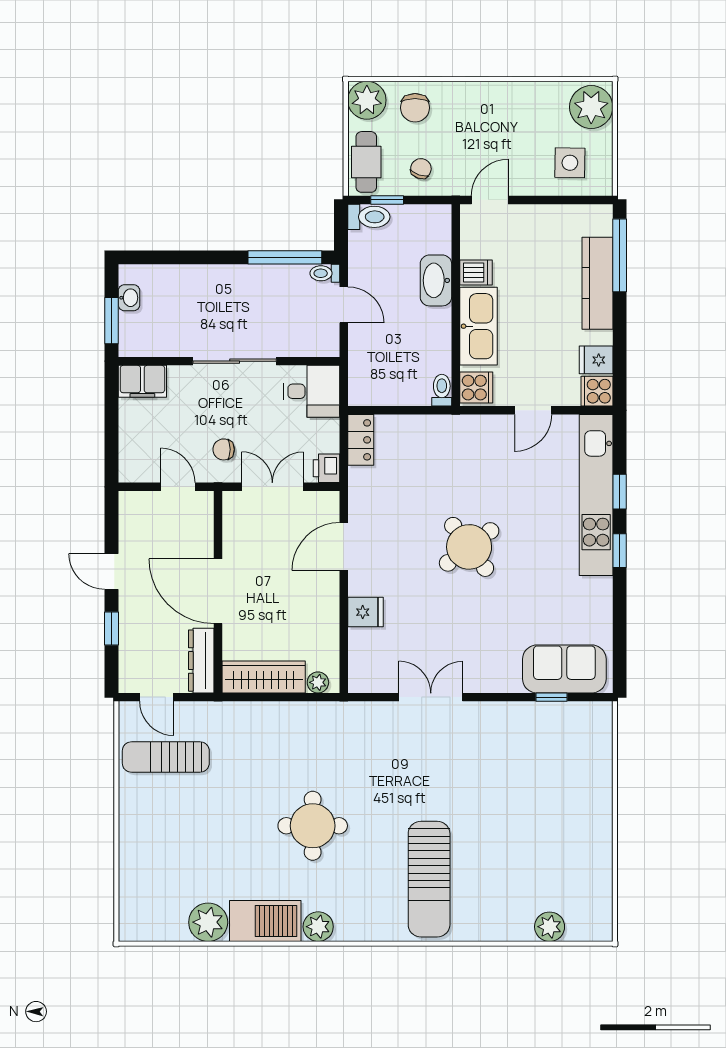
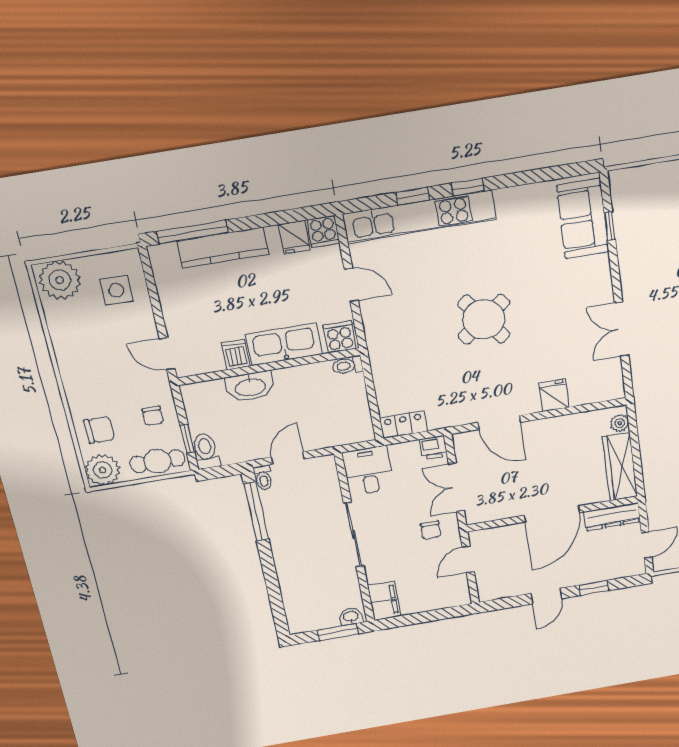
chair: (421, 169) -> (153, 416), turned -109
washbasin: (129, 298) -> (351, 617), moved

